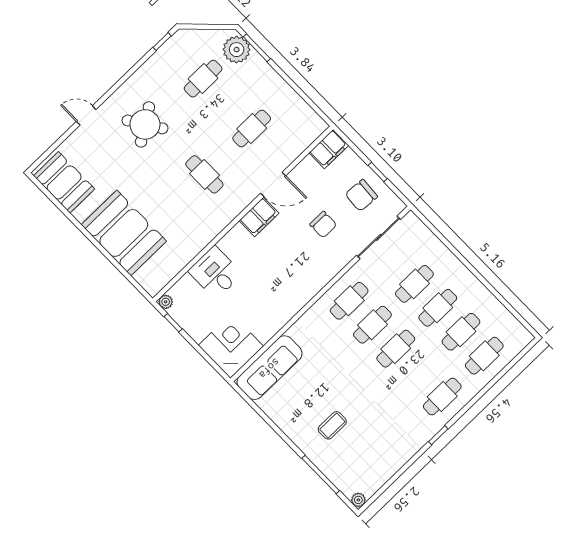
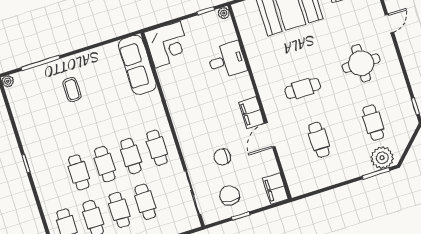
round table: (145, 124) -> (361, 63), turned 33
cafe table: (442, 397) -> (79, 172), moved

